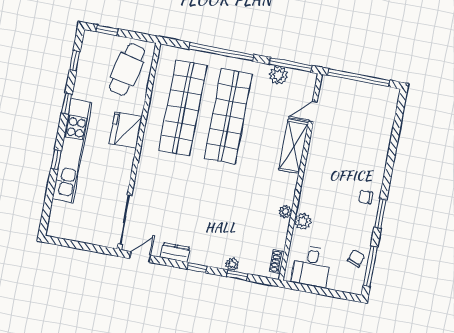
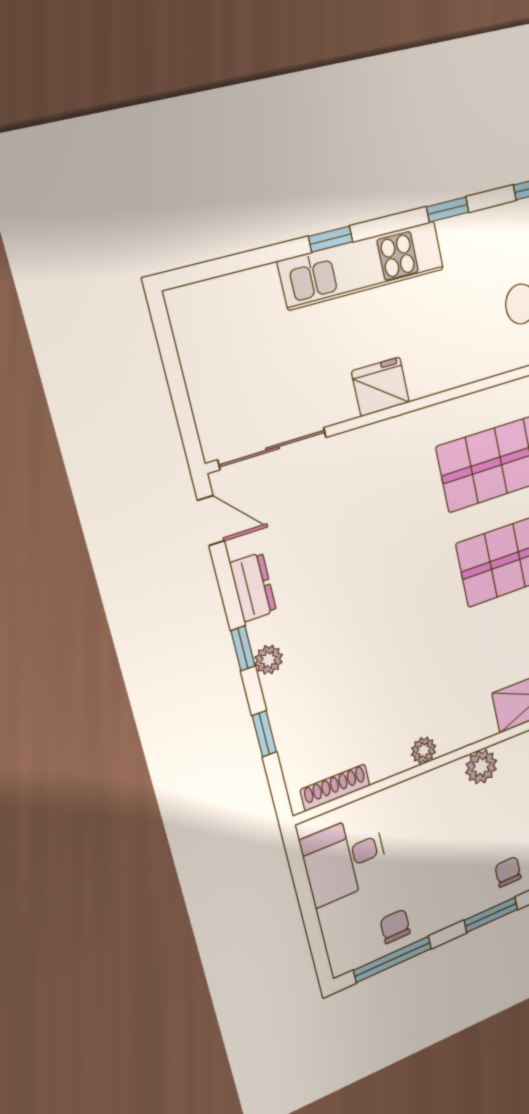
fridge: (126, 130) -> (380, 387), moved, width x0.73, depth x0.75
kitchen unit: (72, 151) -> (362, 265), width x0.73
plant: (303, 221) -> (481, 767), moved
chair: (356, 258) -> (395, 926), turned -109
shoe rack: (277, 261) -> (335, 788), width x1.43
plant: (232, 264) -> (269, 660), moved

